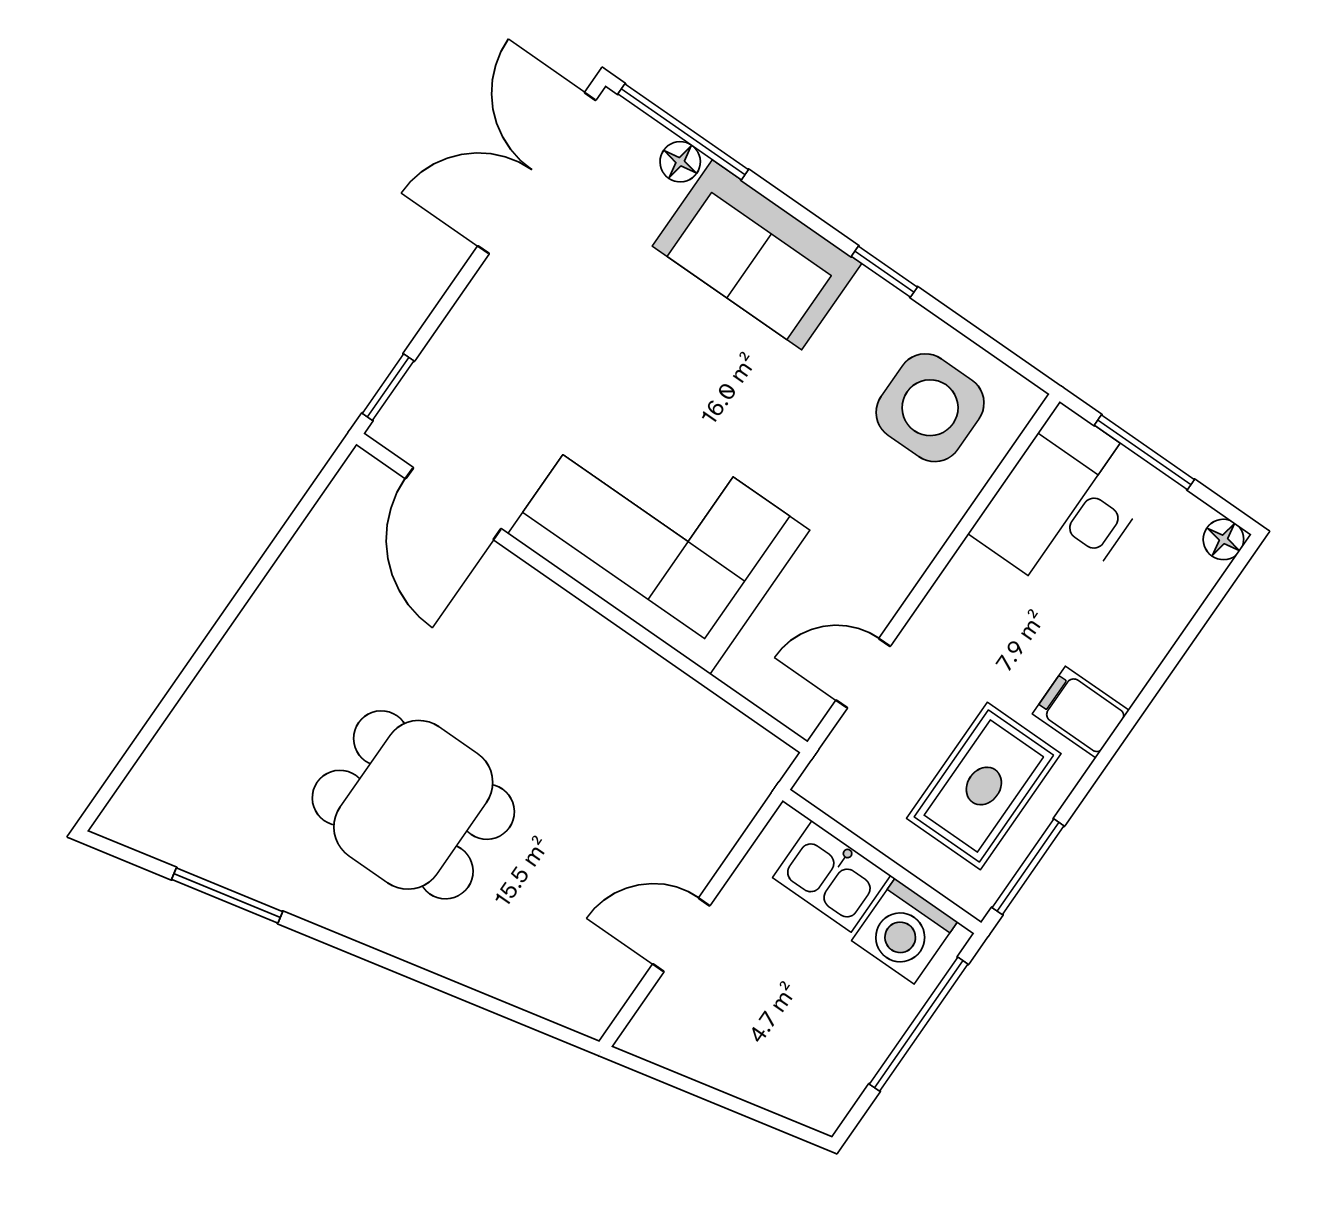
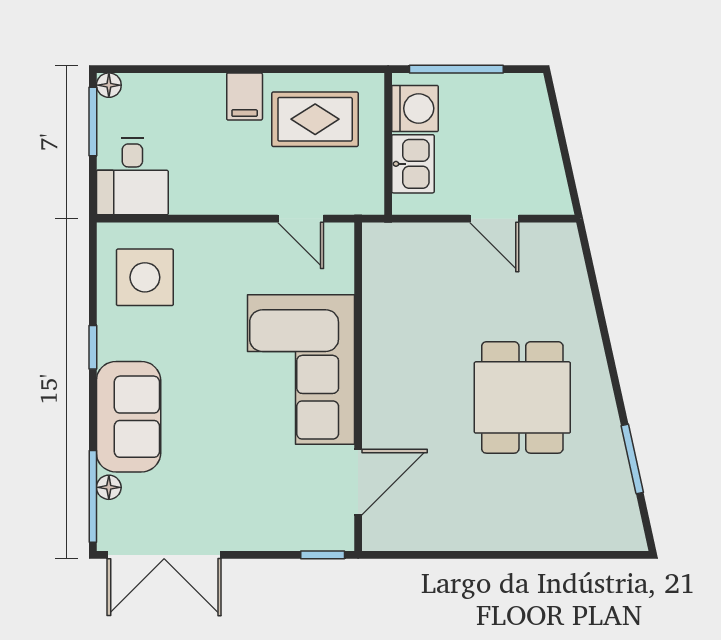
window: (1144, 452) -> (93, 122), moved
desk: (1066, 504) -> (132, 176), width x0.73
window: (1028, 867) -> (340, 69), removed

